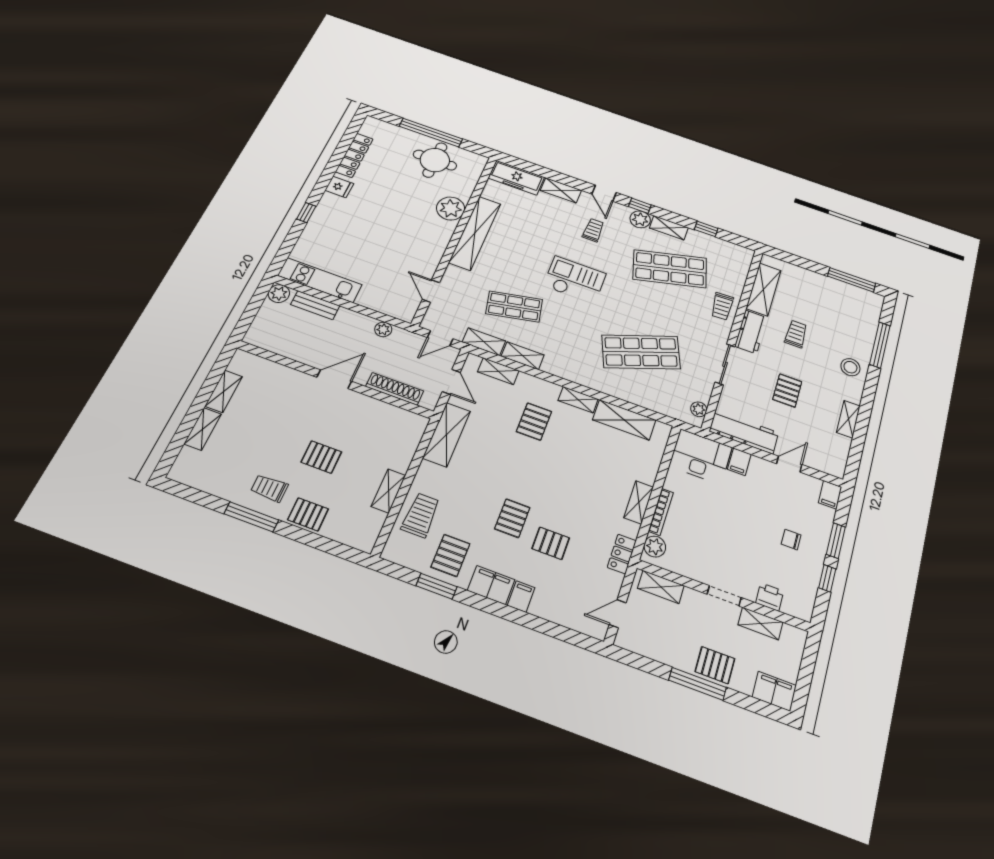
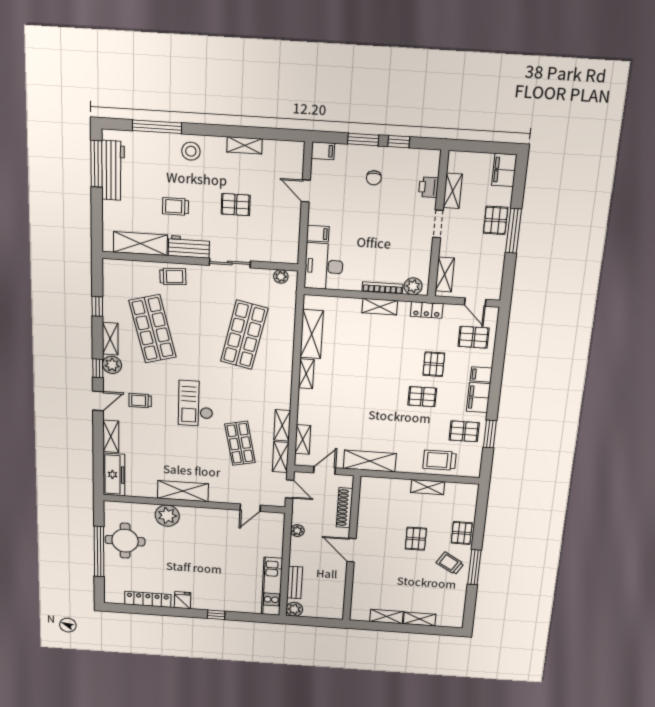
shelving: (475, 233) -> (183, 491), width x0.68
shop shelf: (641, 352) -> (244, 335), turned 33
pallet: (534, 422) -> (474, 337), moved
workbench: (744, 432) -> (113, 170), moved, turned 180
trolley: (269, 488) -> (450, 563), turned 121

